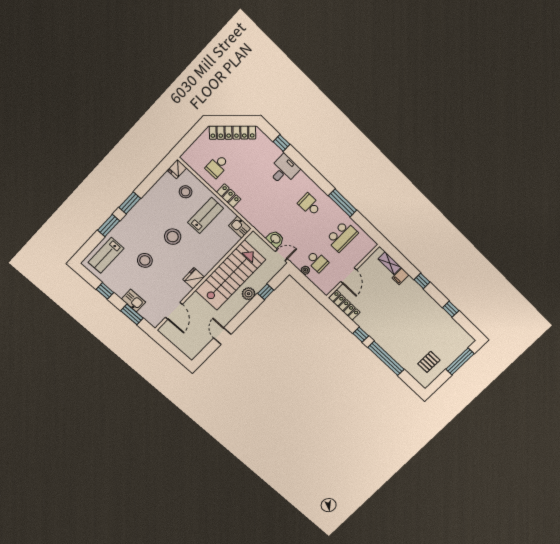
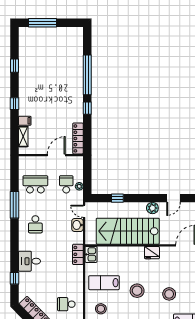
school desk: (217, 166) -> (66, 304), turned 180
locker: (229, 196) -> (78, 254), moved
plant: (249, 294) -> (152, 208), moved
pallet: (429, 362) -> (63, 44), removed

